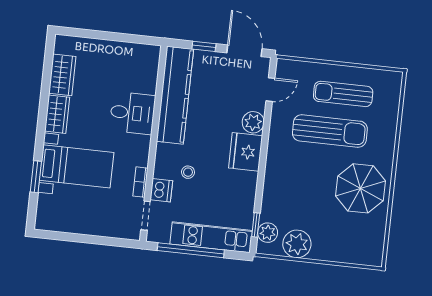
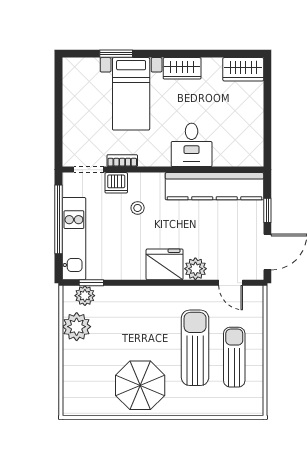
wardrobe: (62, 75) -> (243, 69), moved
sun lounger: (330, 131) -> (195, 348), turned 180

